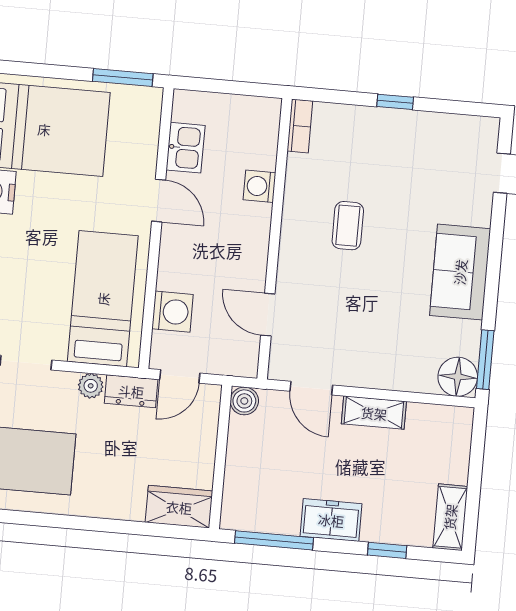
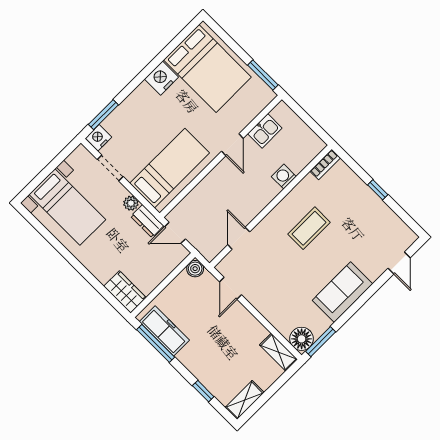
coffee table: (348, 226) -> (309, 228), width x1.36, depth x1.30
washing machine: (173, 312) -> (196, 201), removed
shelving: (374, 413) -> (279, 352), moved
freezer: (331, 520) -> (164, 331), moved, width x1.40

